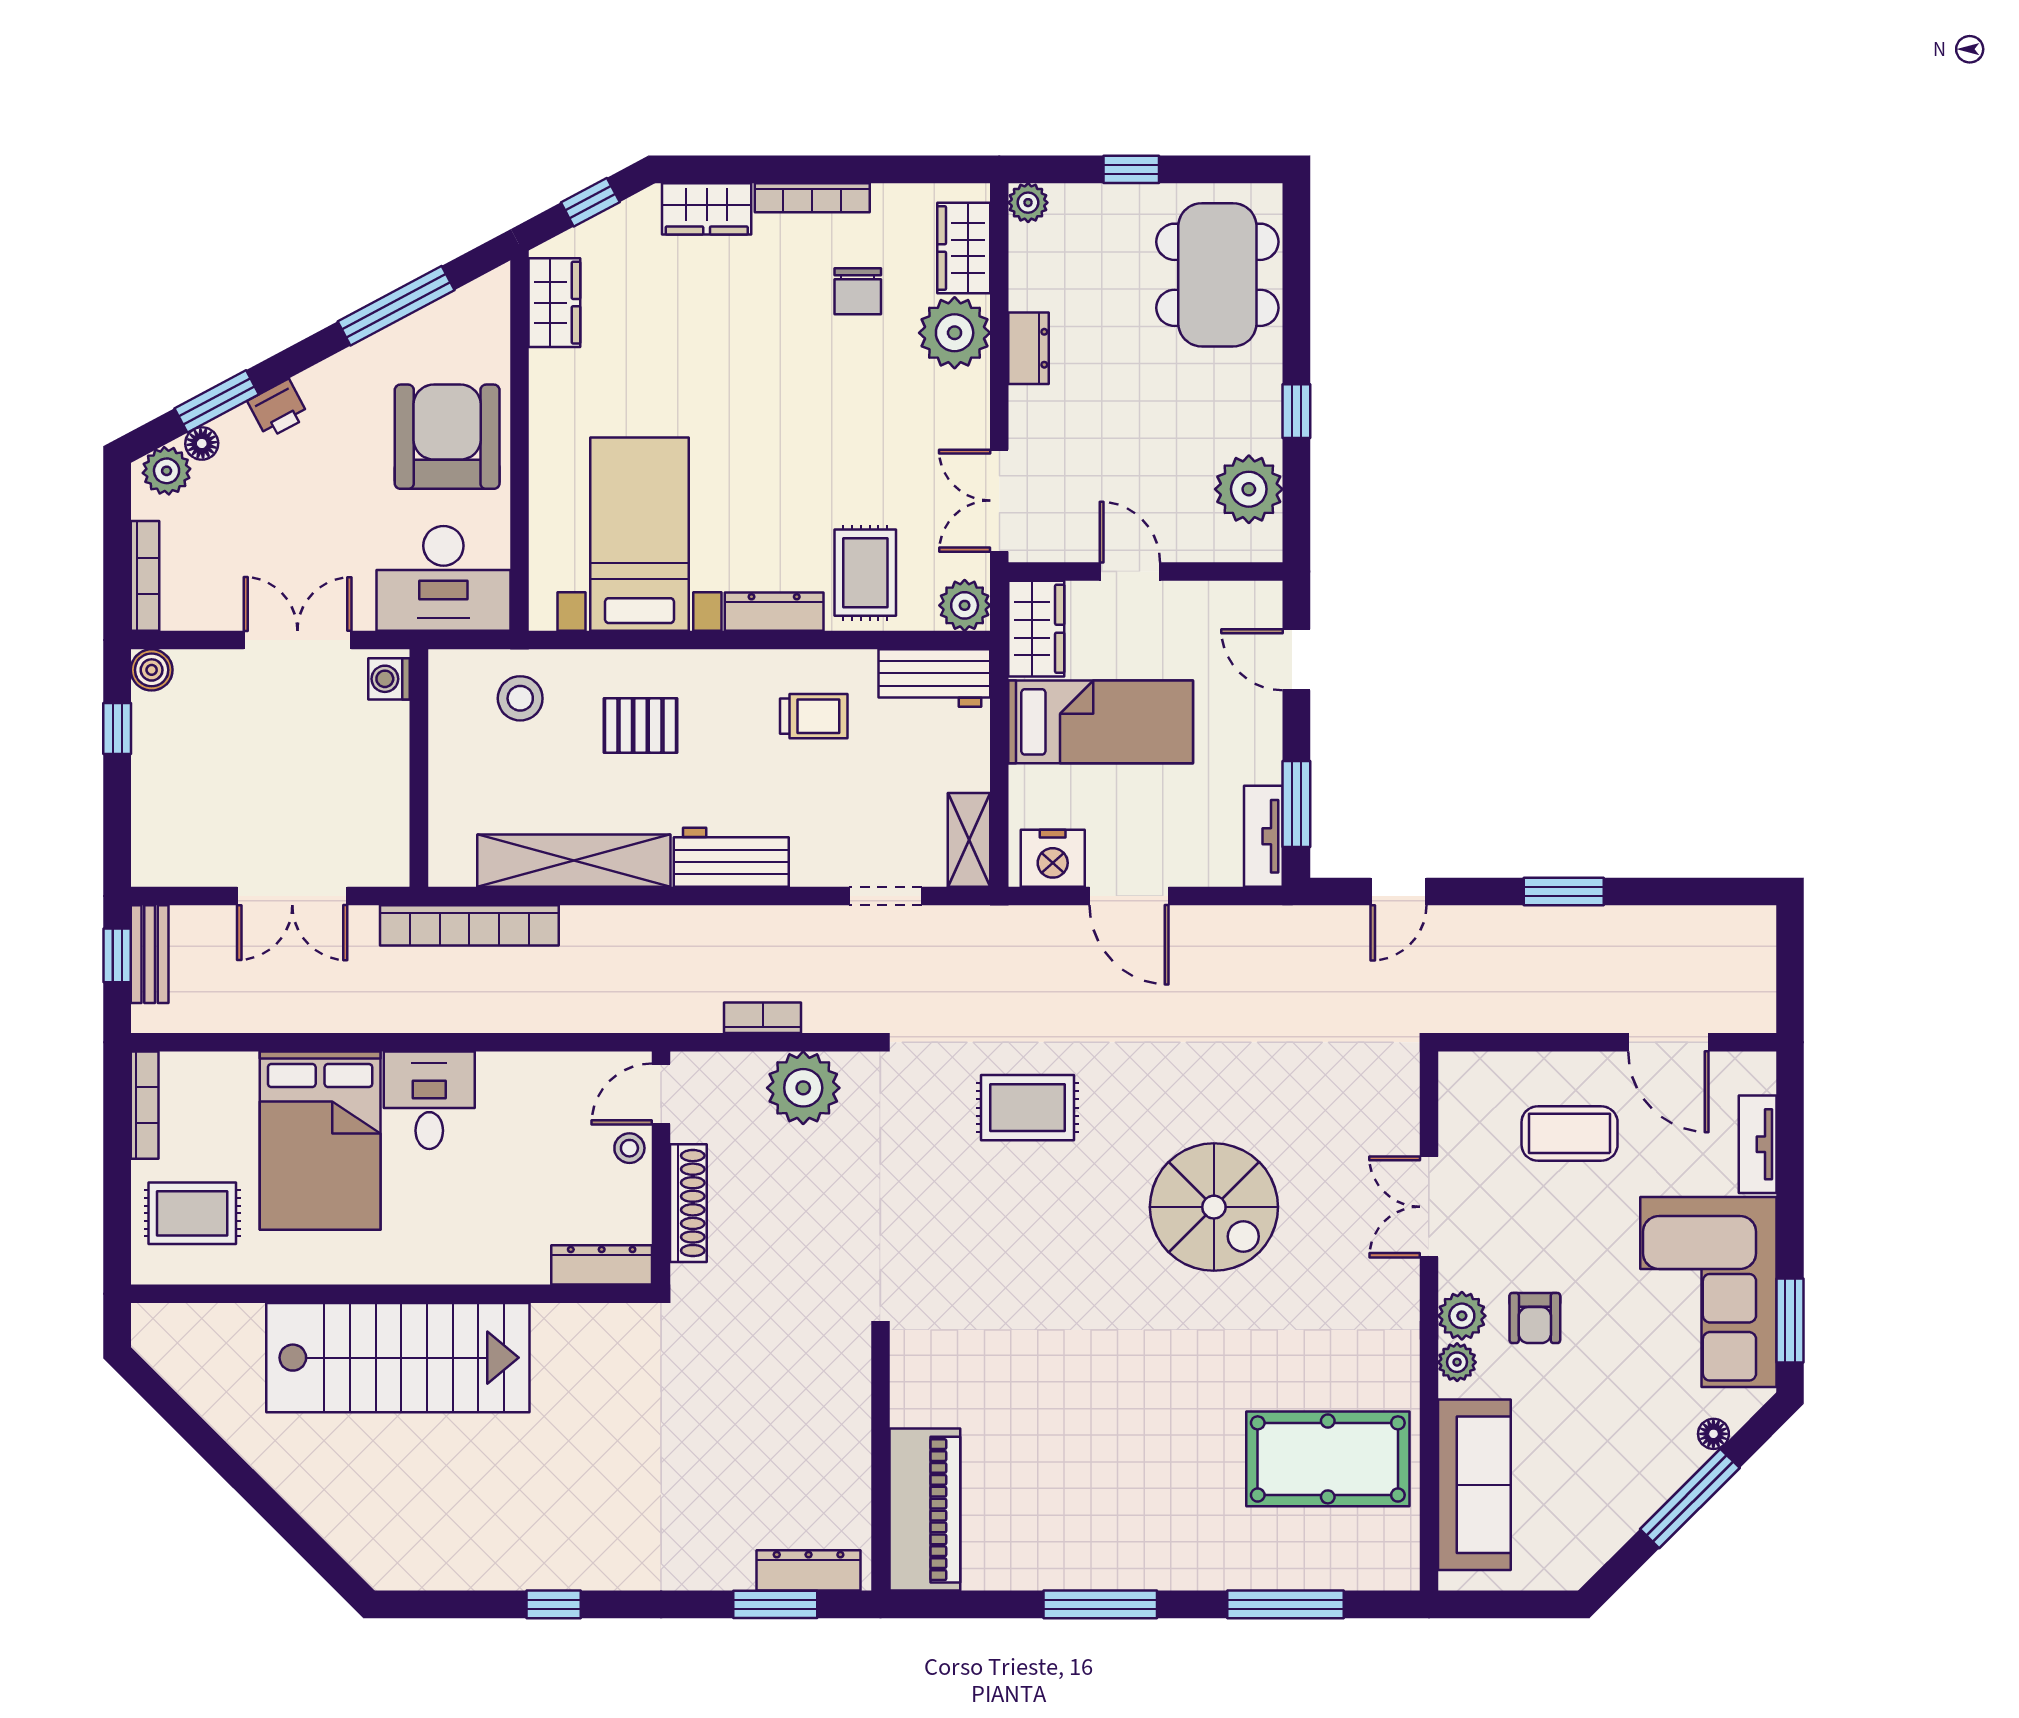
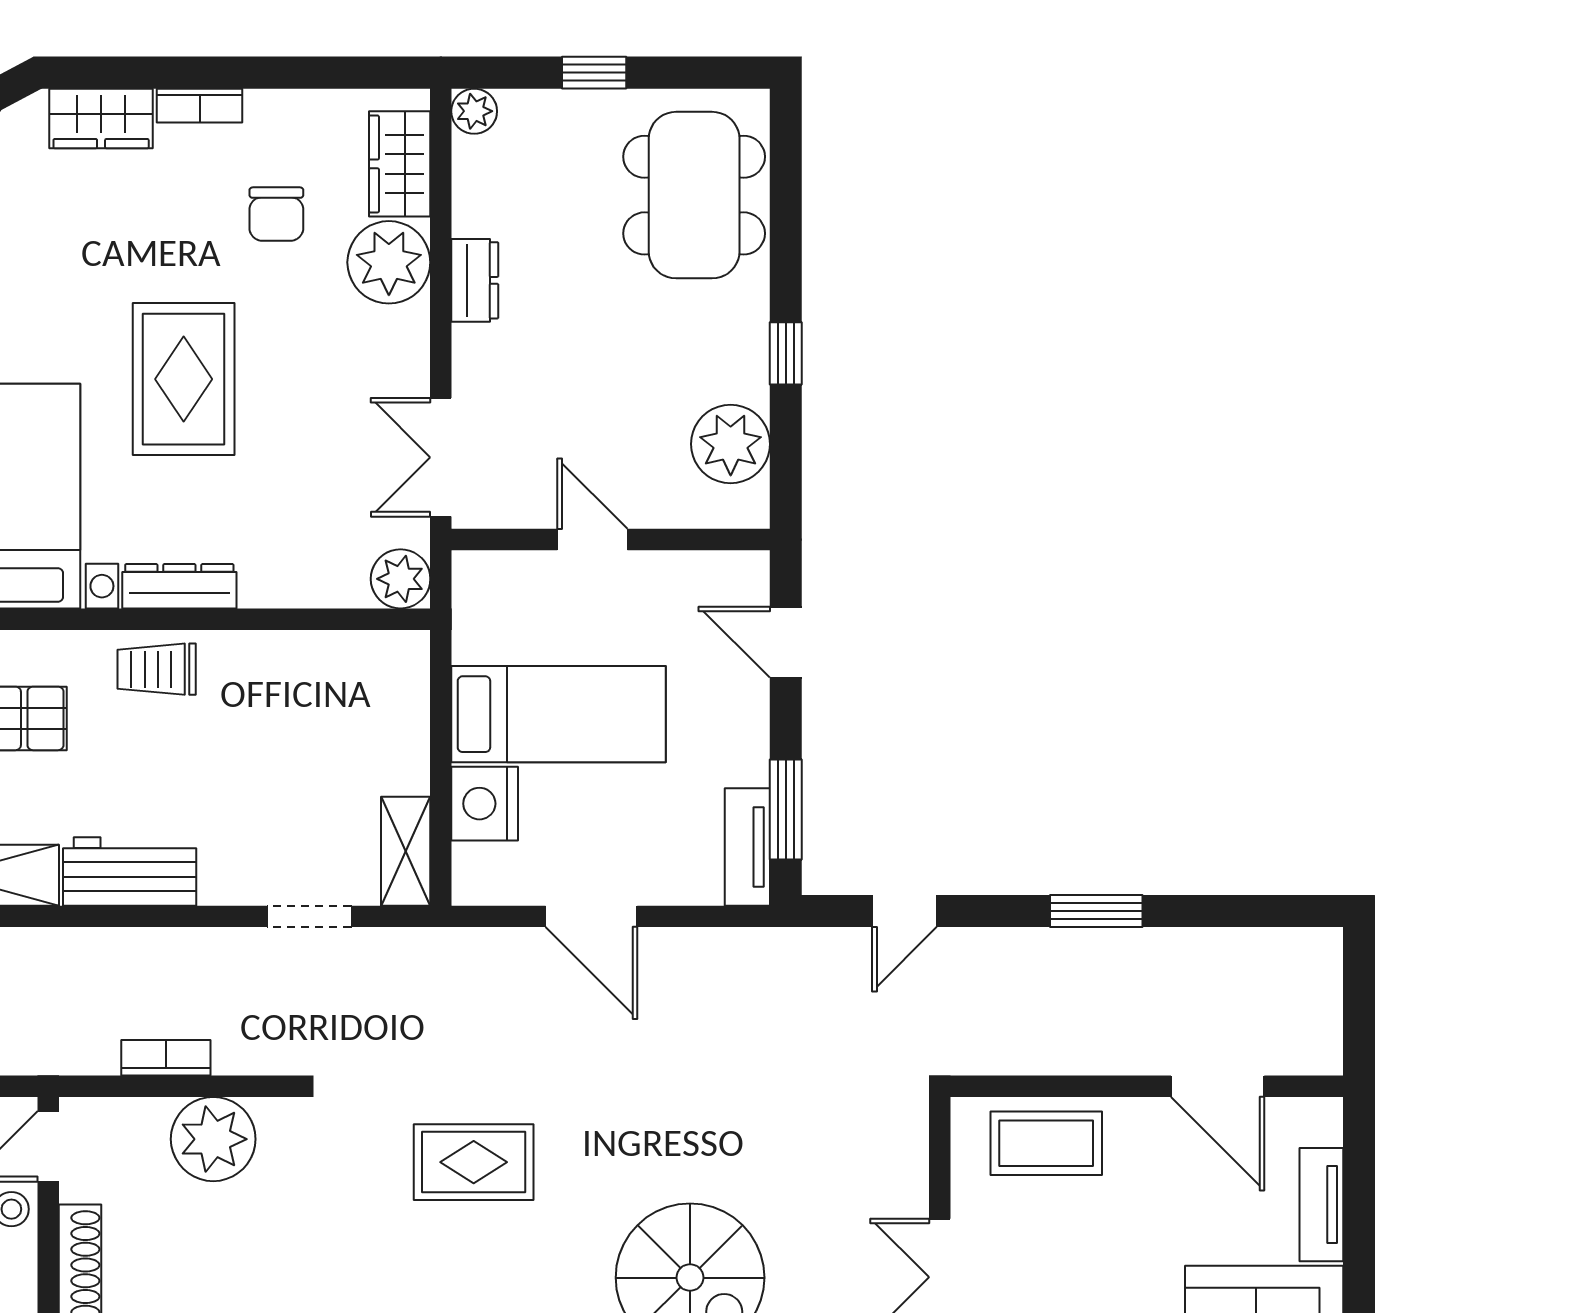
bookcase: (812, 198) -> (200, 106), width x0.64
rug: (865, 573) -> (184, 379), moved, width x1.36, depth x1.43
wardrobe: (1036, 629) -> (484, 606), removed
workbench: (934, 678) -> (365, 663), removed
trolley: (814, 716) -> (157, 669), moved, turned 180
nightstand: (1053, 858) -> (485, 804), moved, turned 90
coffee table: (1570, 1133) -> (1046, 1143), moved

